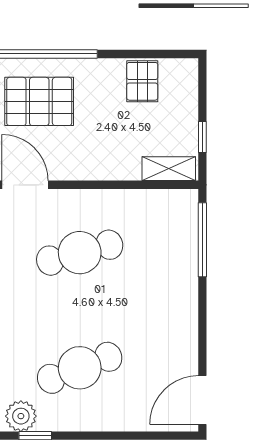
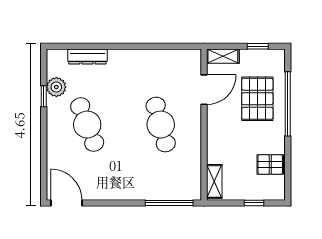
window: (202, 137) -> (254, 203), moved

